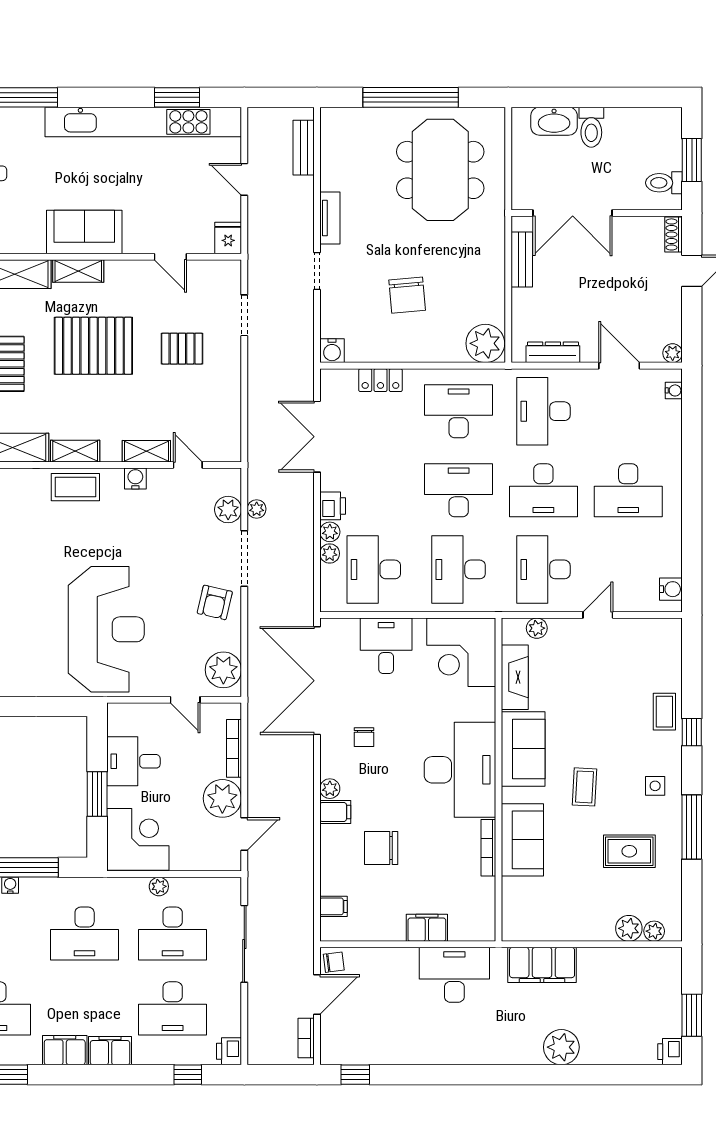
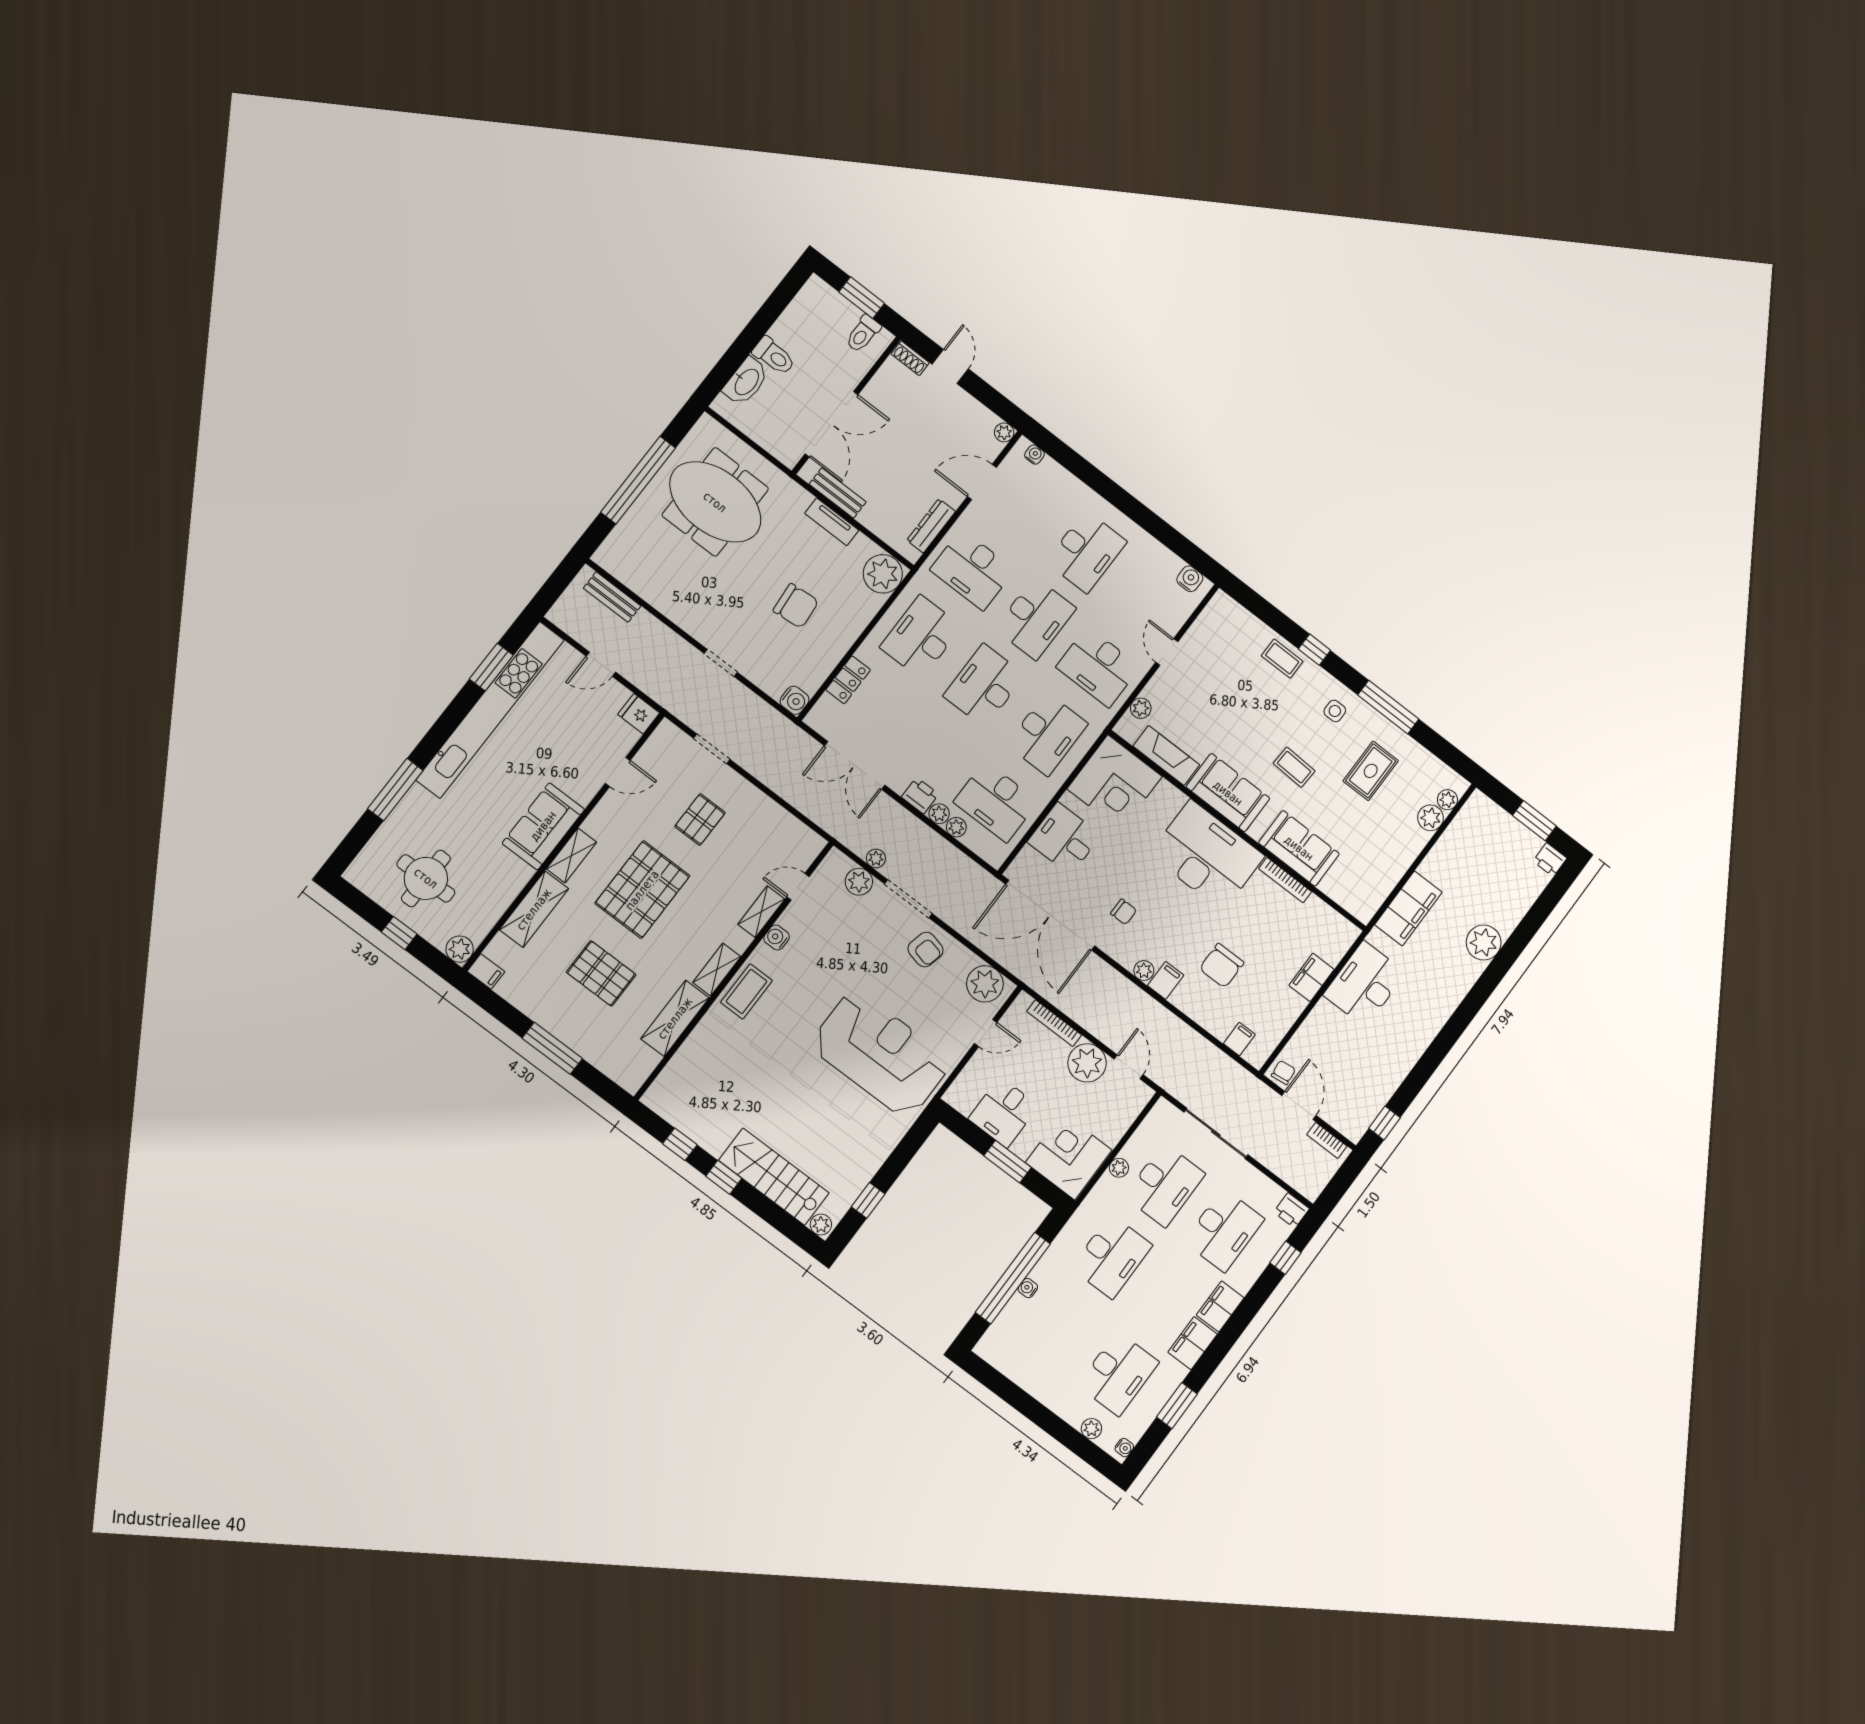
tv unit: (330, 218) -> (832, 522), moved, turned 180
desk: (459, 569) -> (1047, 734), turned -90

